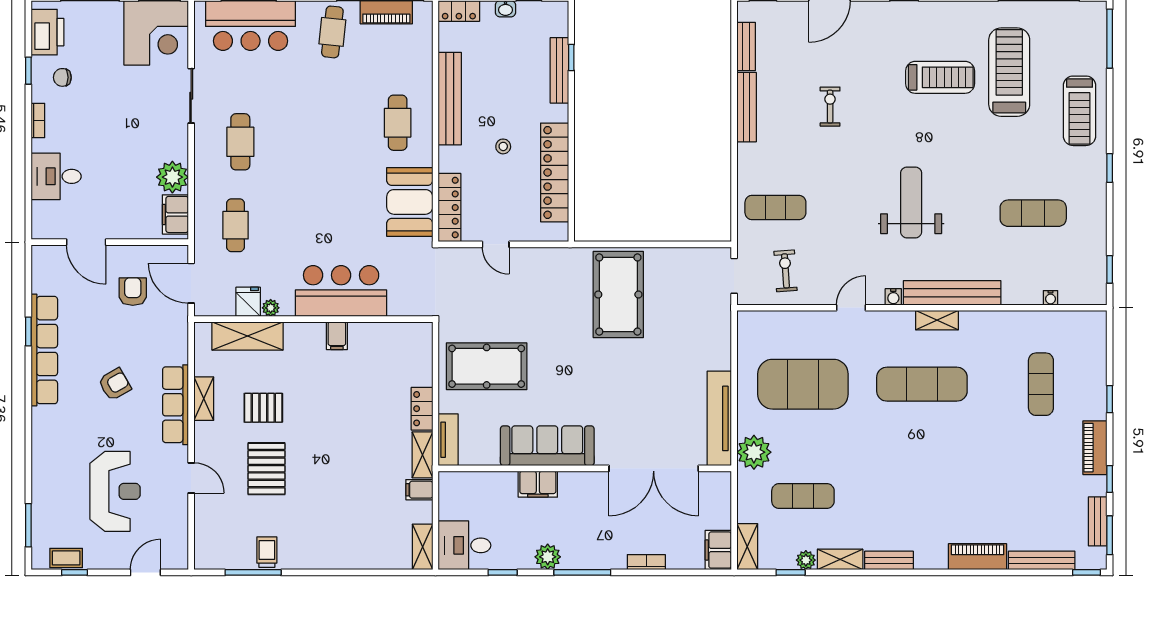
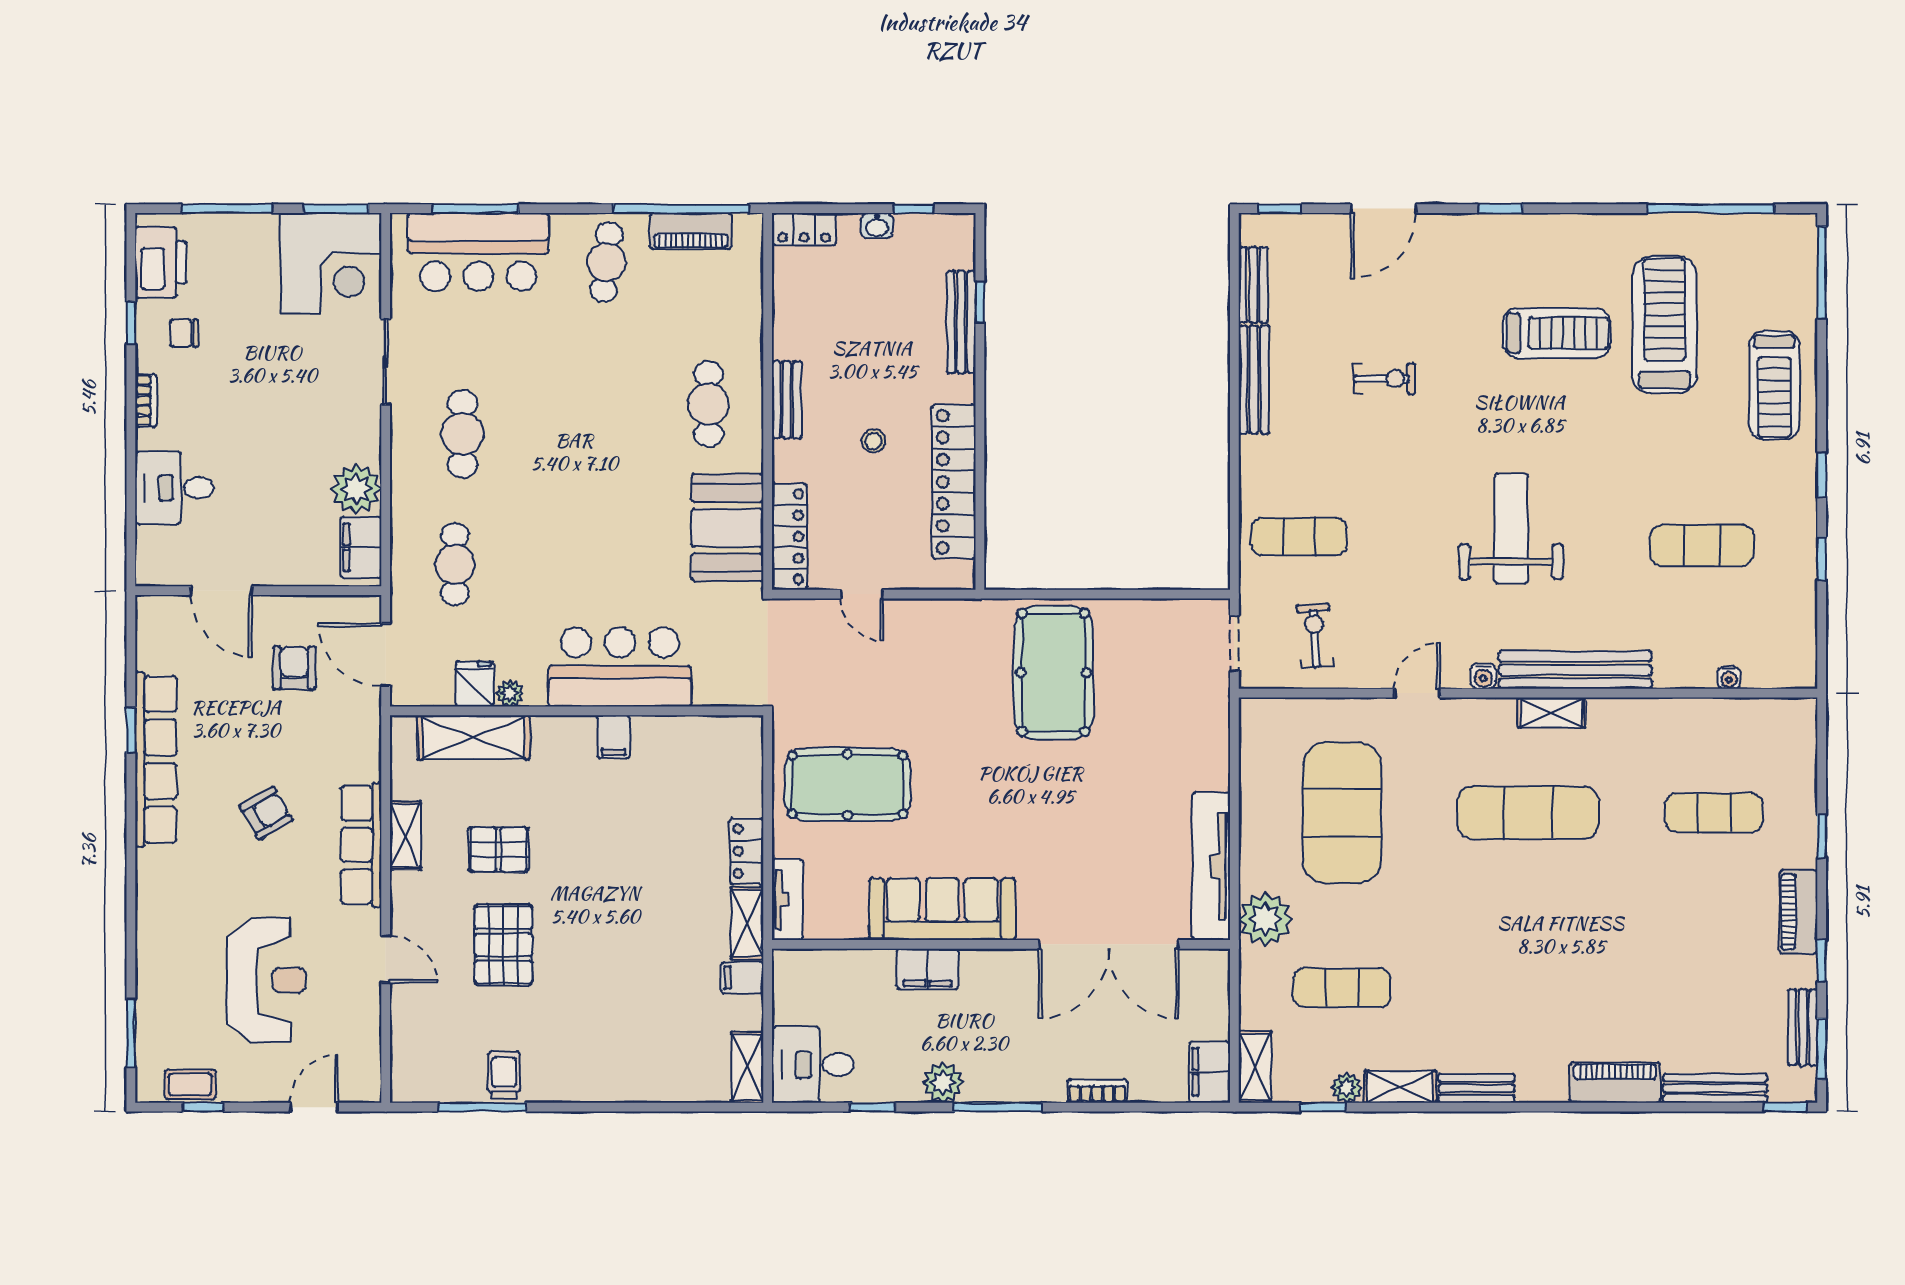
bench: (450, 99) -> (787, 400), width x0.54, depth x0.82
exercise bike: (830, 107) -> (1384, 379), turned 90
window: (1110, 269) -> (1822, 558), moved
exercise mat: (803, 384) -> (1342, 813), turned 90
exercise mat: (1041, 384) -> (1714, 813), turned 90

